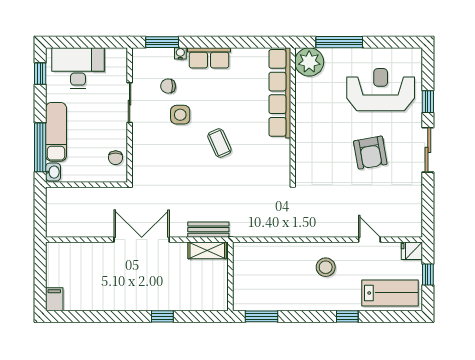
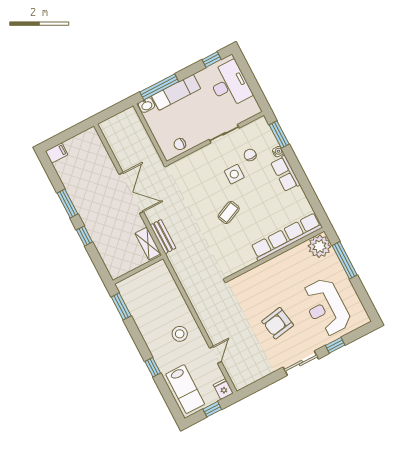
reception desk: (381, 90) -> (326, 307), turned 180
window: (117, 316) -> (68, 203), added

